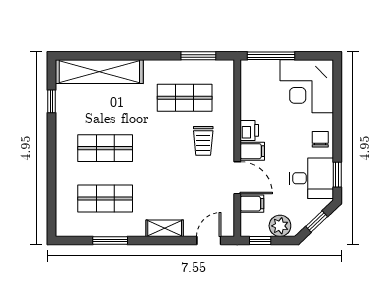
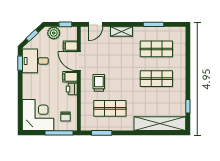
chair: (320, 139) -> (65, 117), moved

